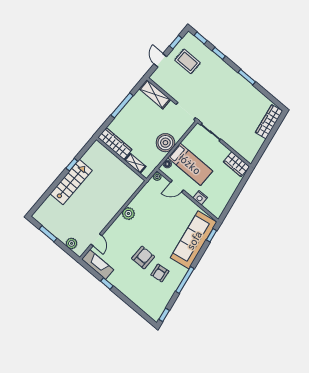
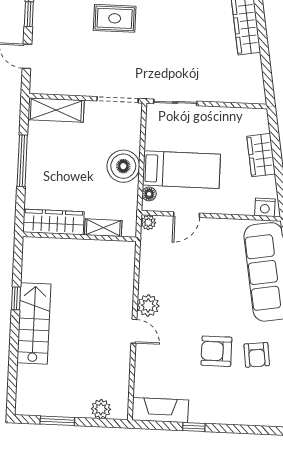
rug: (187, 61) -> (115, 18), moved
wardrobe: (236, 164) -> (261, 155), moved, turned 80
nightstand: (200, 198) -> (265, 207), moved
door: (96, 240) -> (134, 331), moved
armchair: (143, 257) -> (216, 351), turned -90

